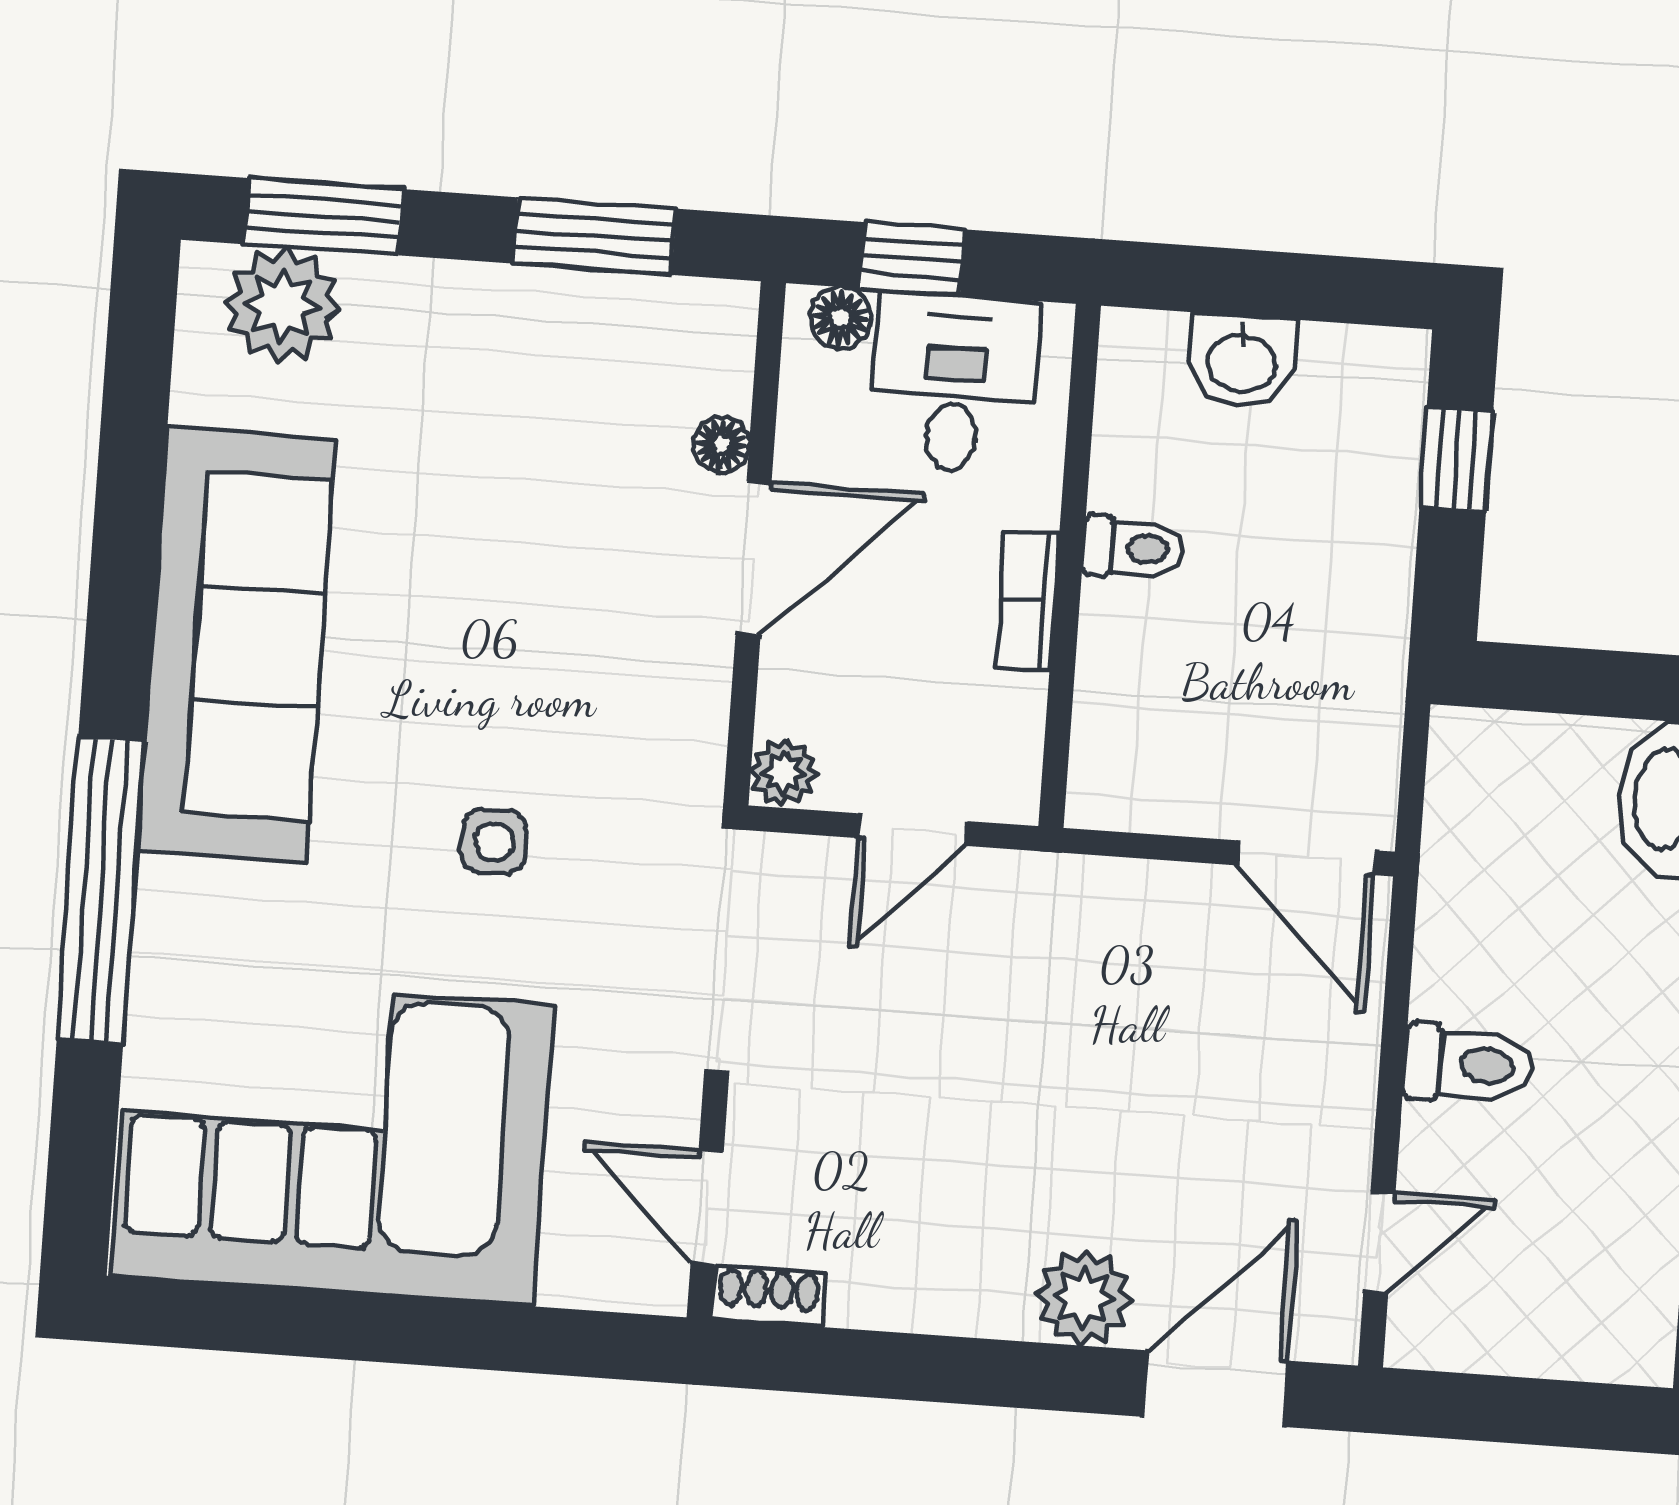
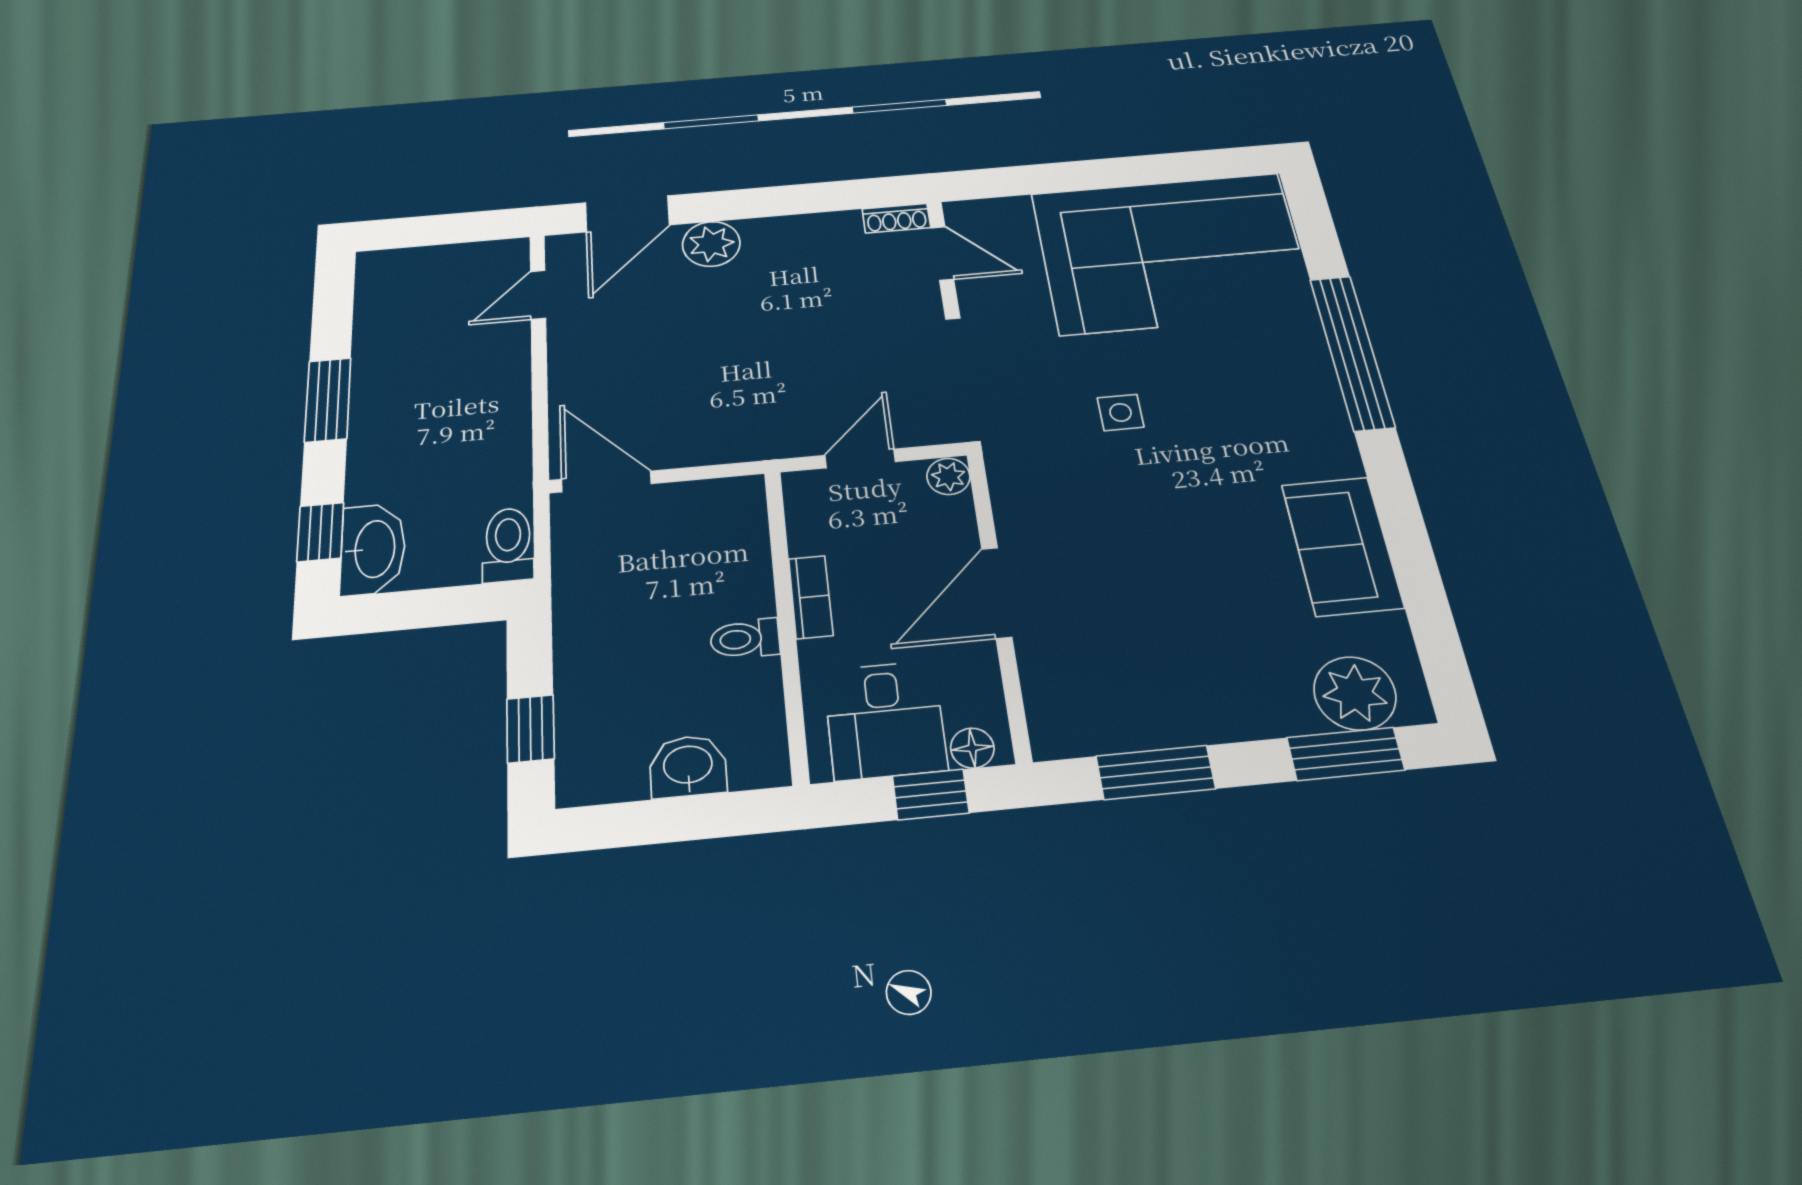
floor lamp: (721, 445) -> (1035, 656), removed
sofa: (237, 645) -> (1342, 546), width x0.54, depth x0.79
toilet: (1469, 1065) -> (508, 545), moved, turned 90

